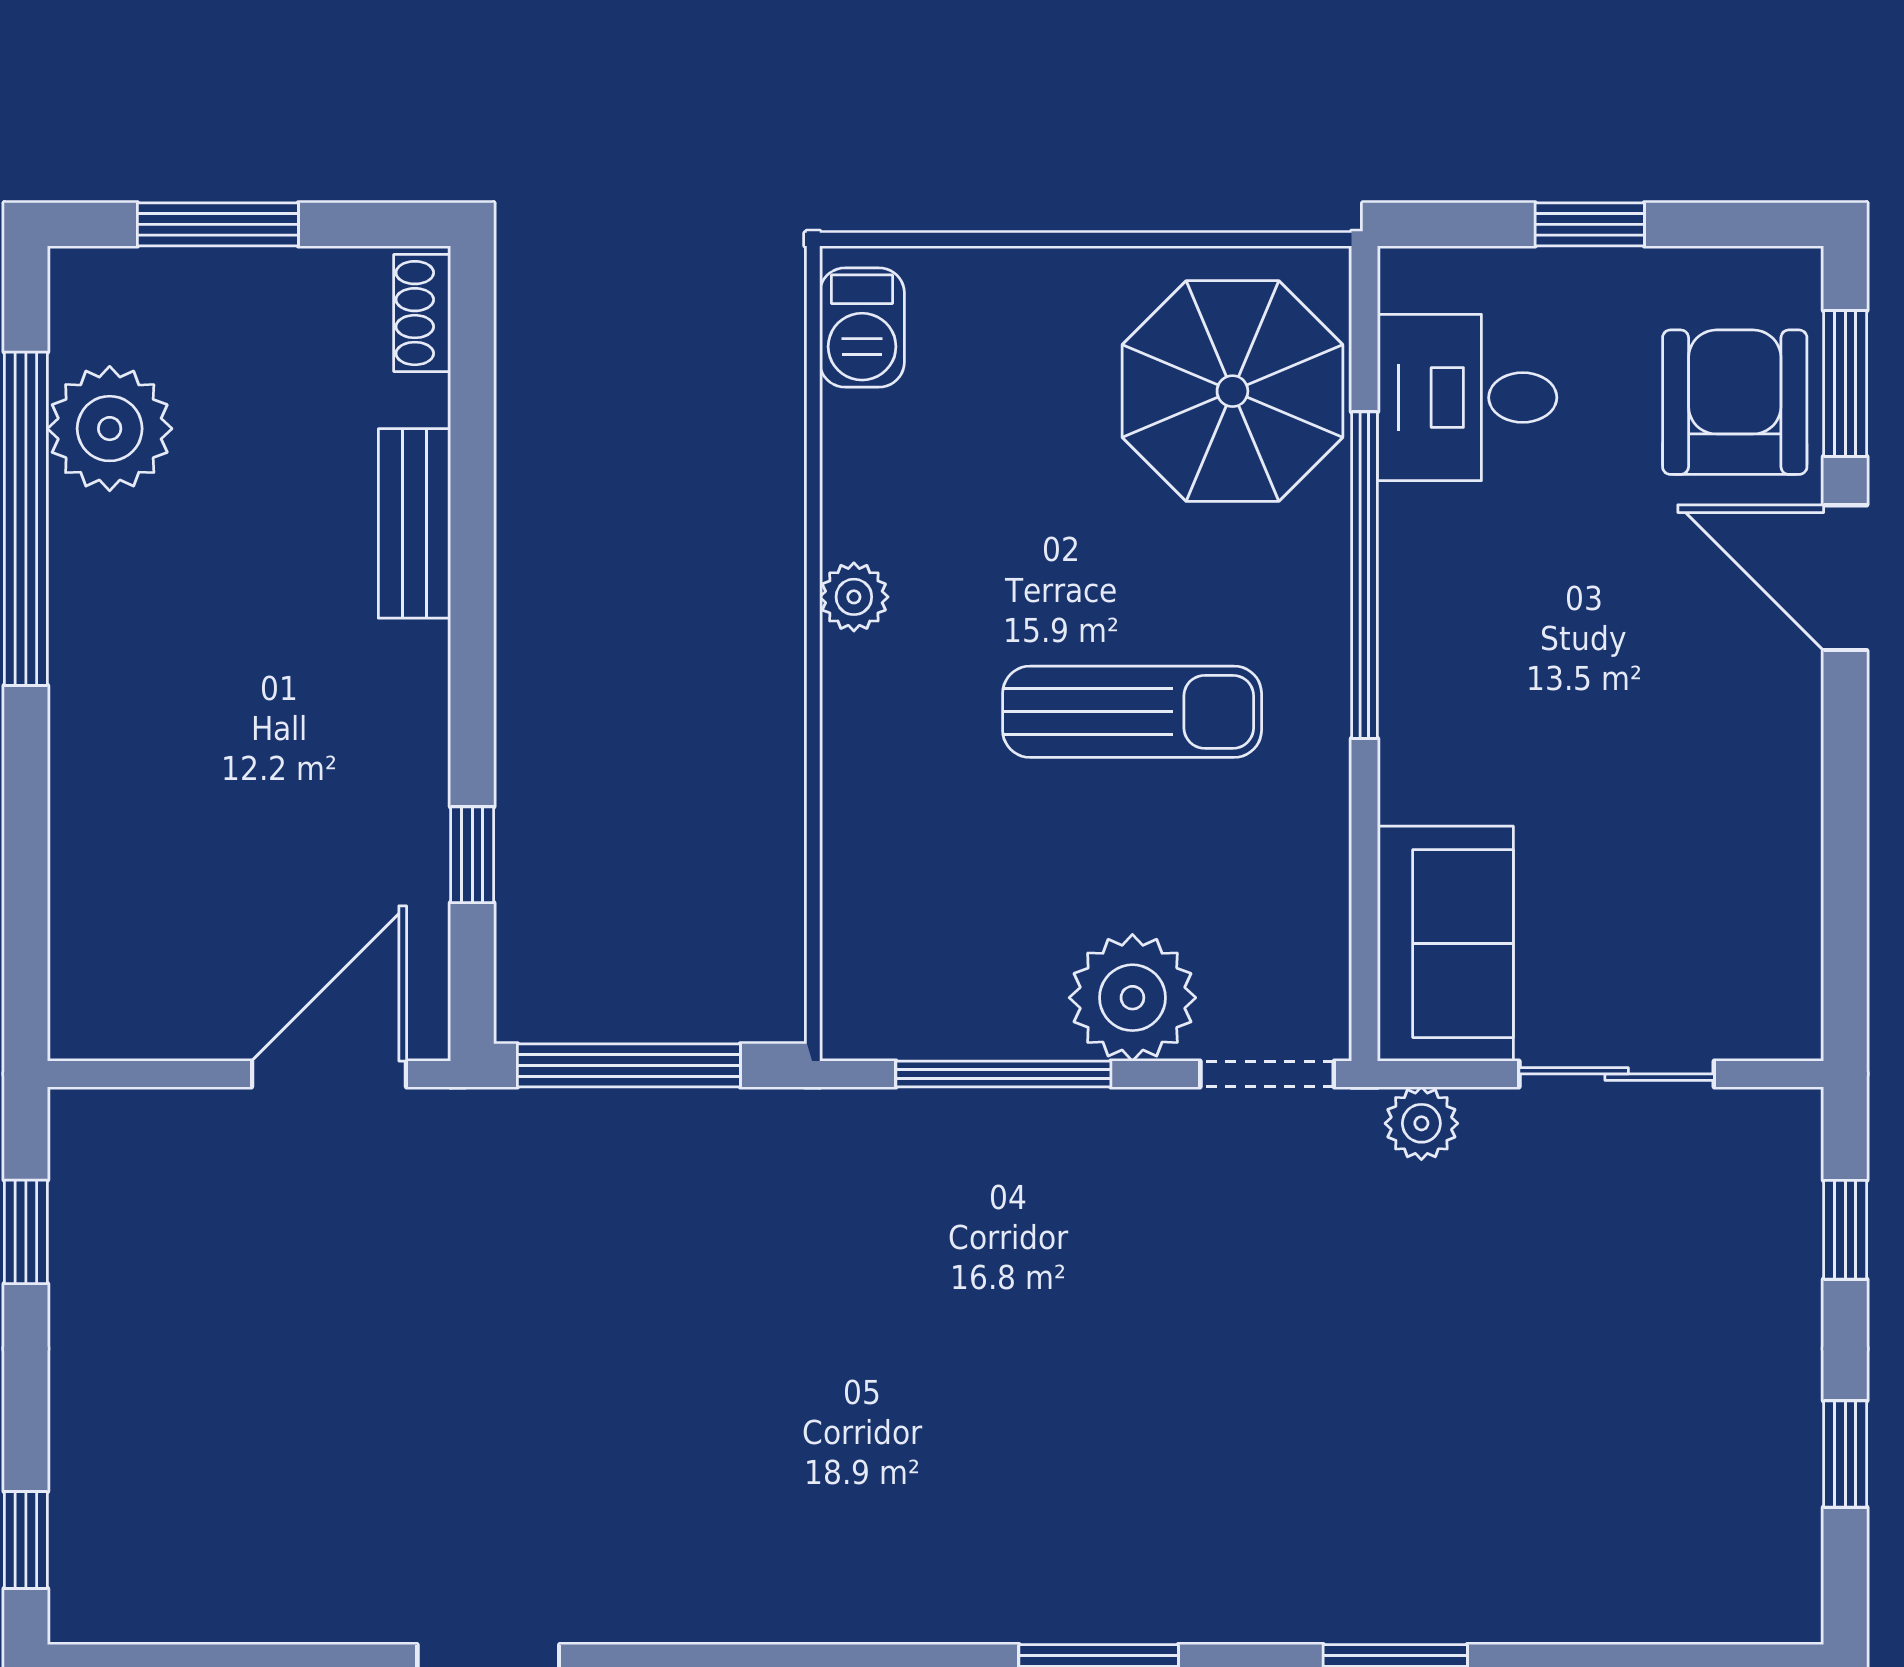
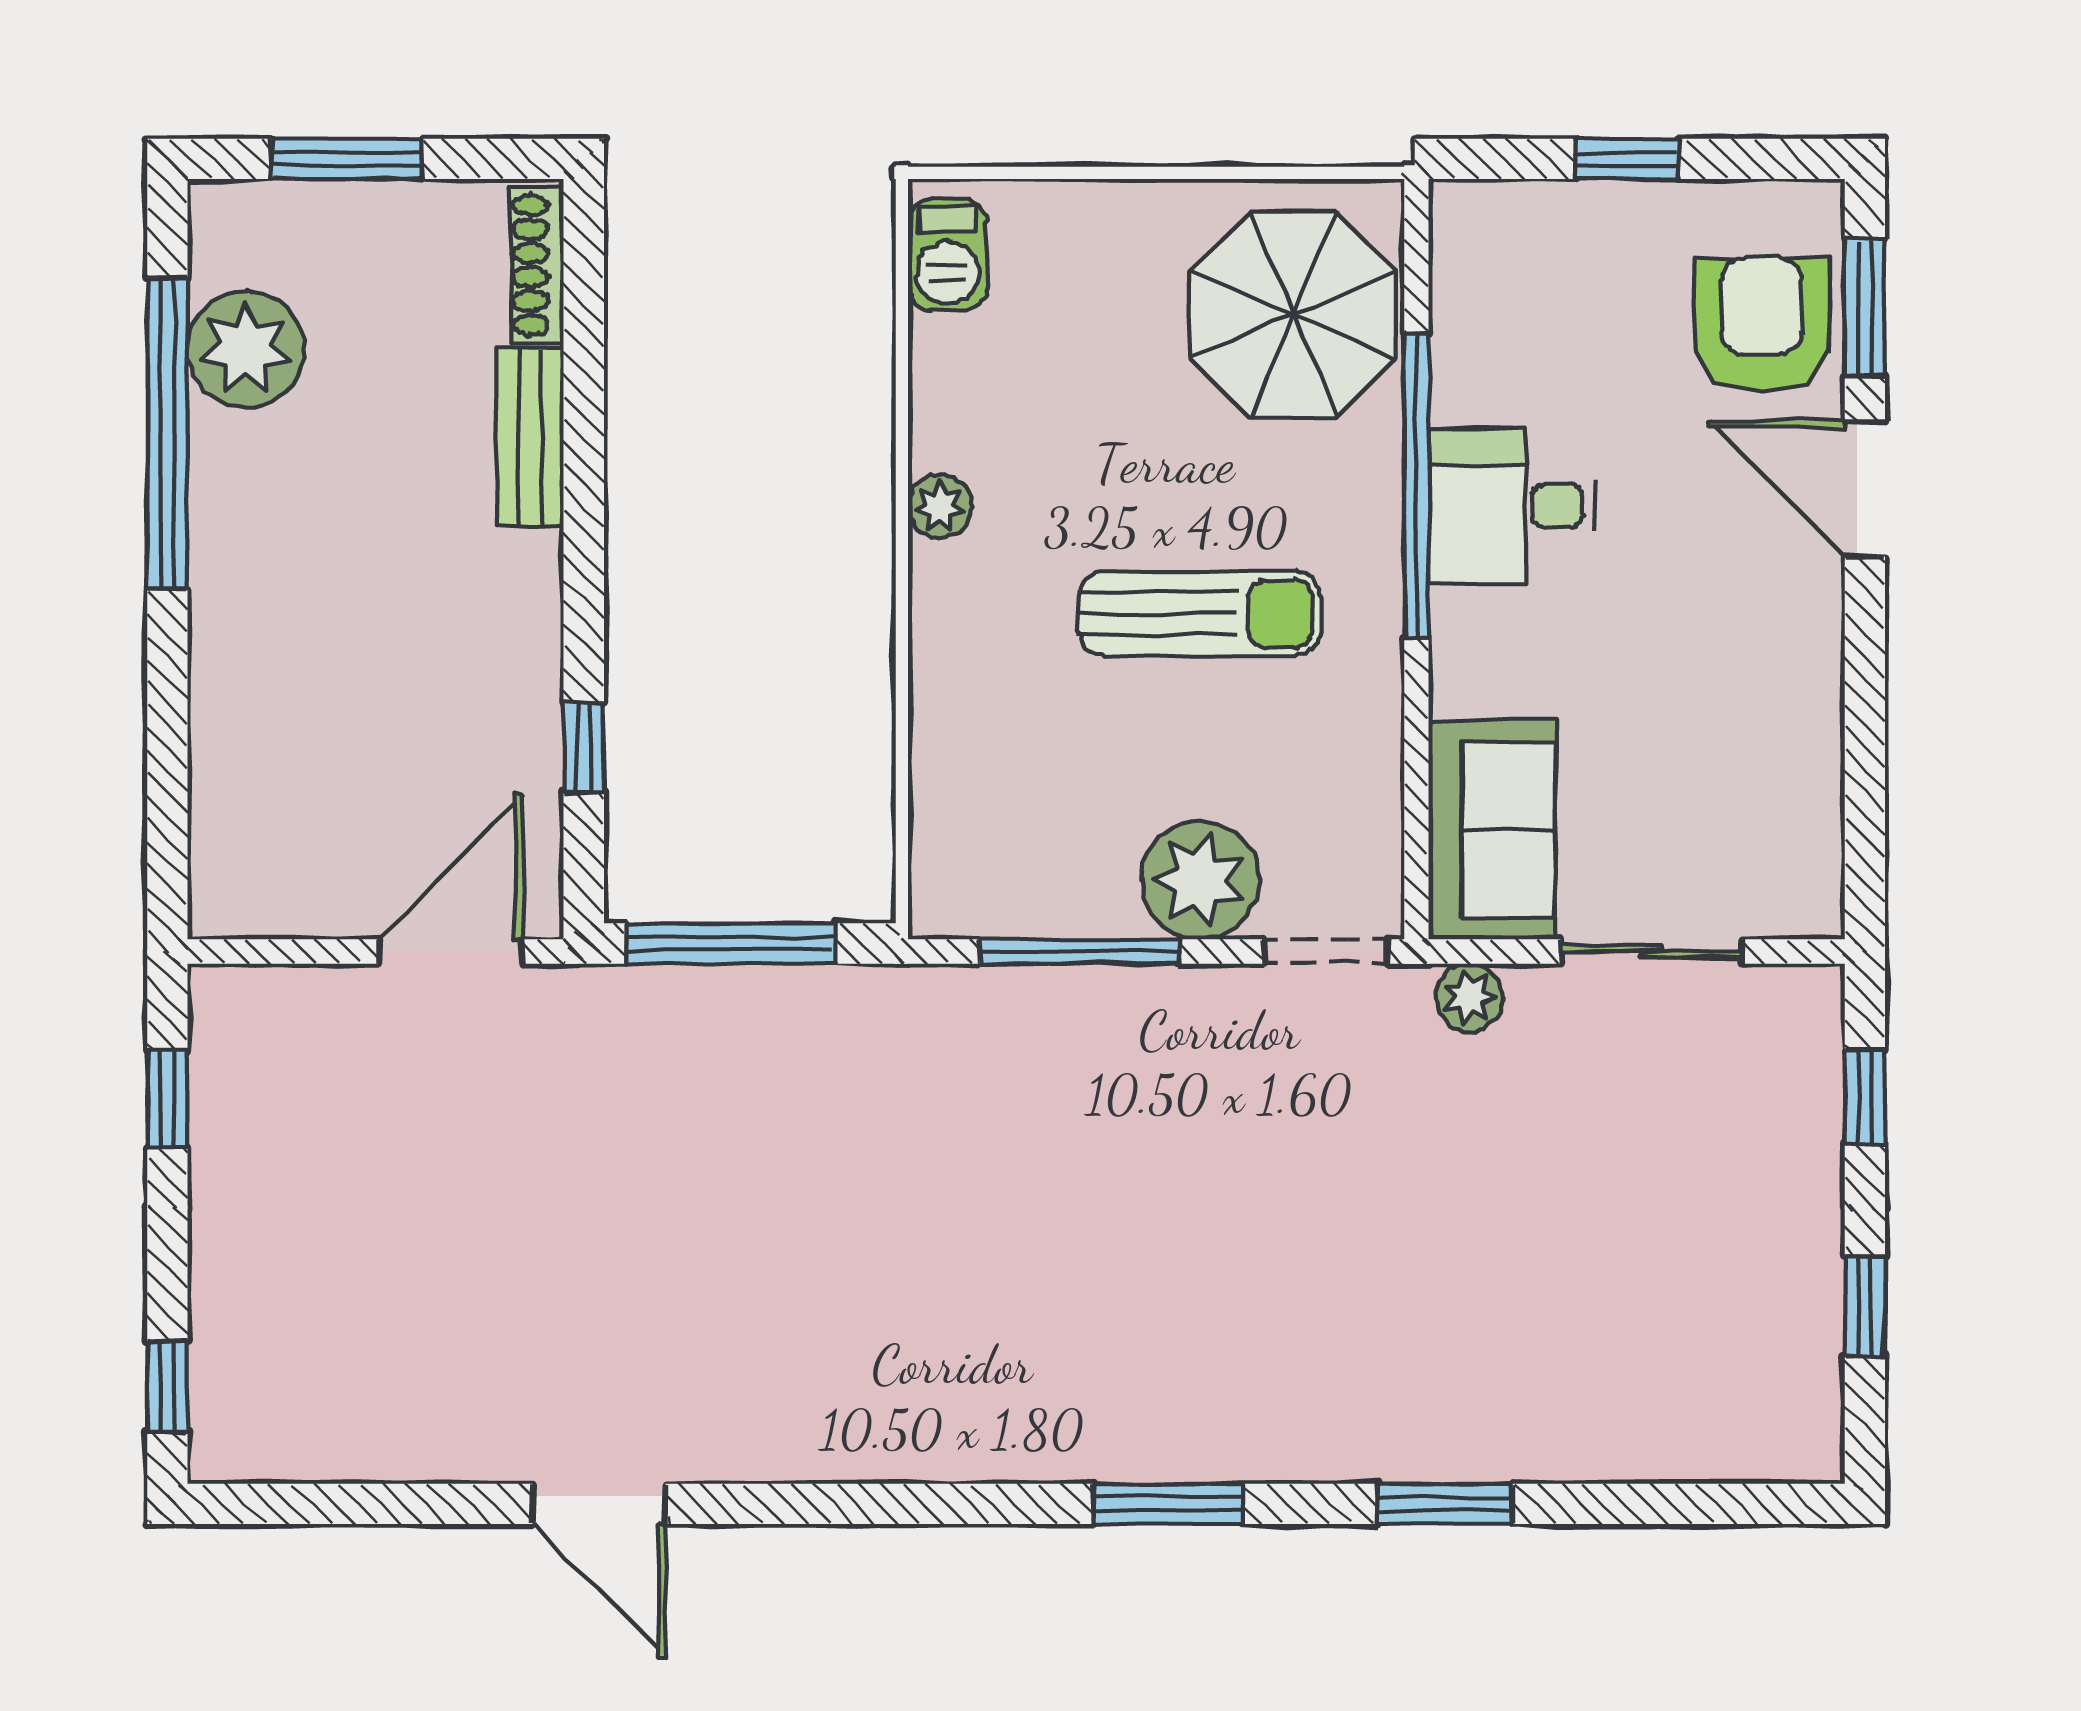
shoe rack: (422, 313) -> (537, 265), width x1.43
desk: (1467, 398) -> (1512, 506), moved

